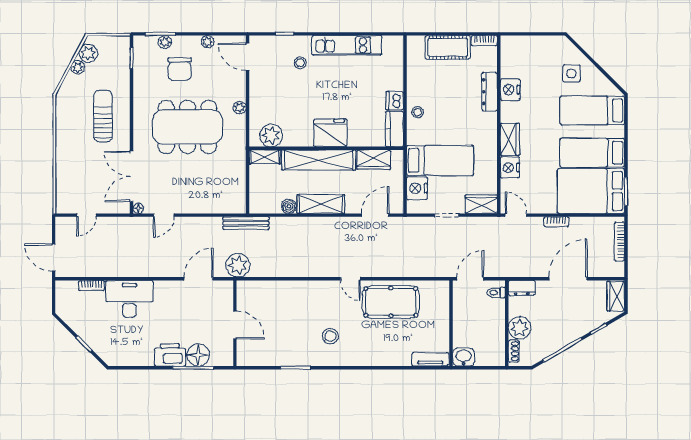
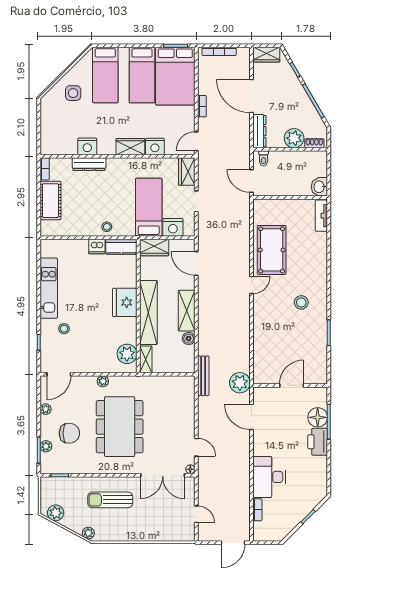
plant: (78, 67) -> (88, 533), moved
wardrobe: (374, 160) -> (154, 247), moved, turned 90
dresser: (522, 288) -> (259, 131), width x1.44

